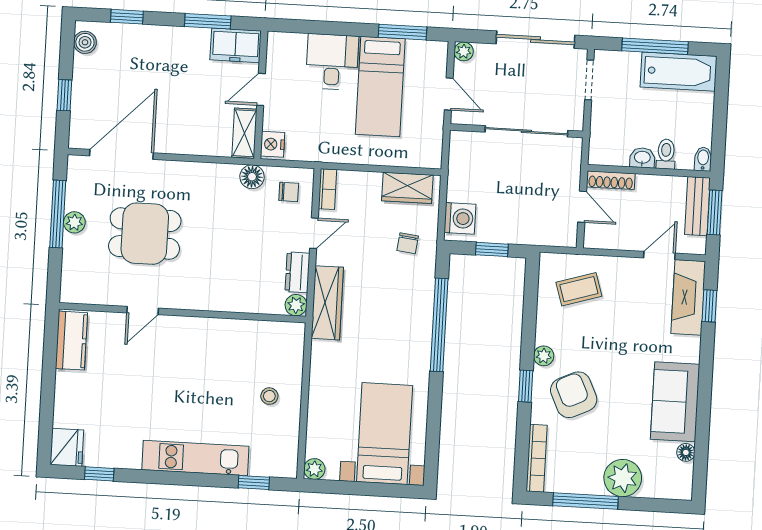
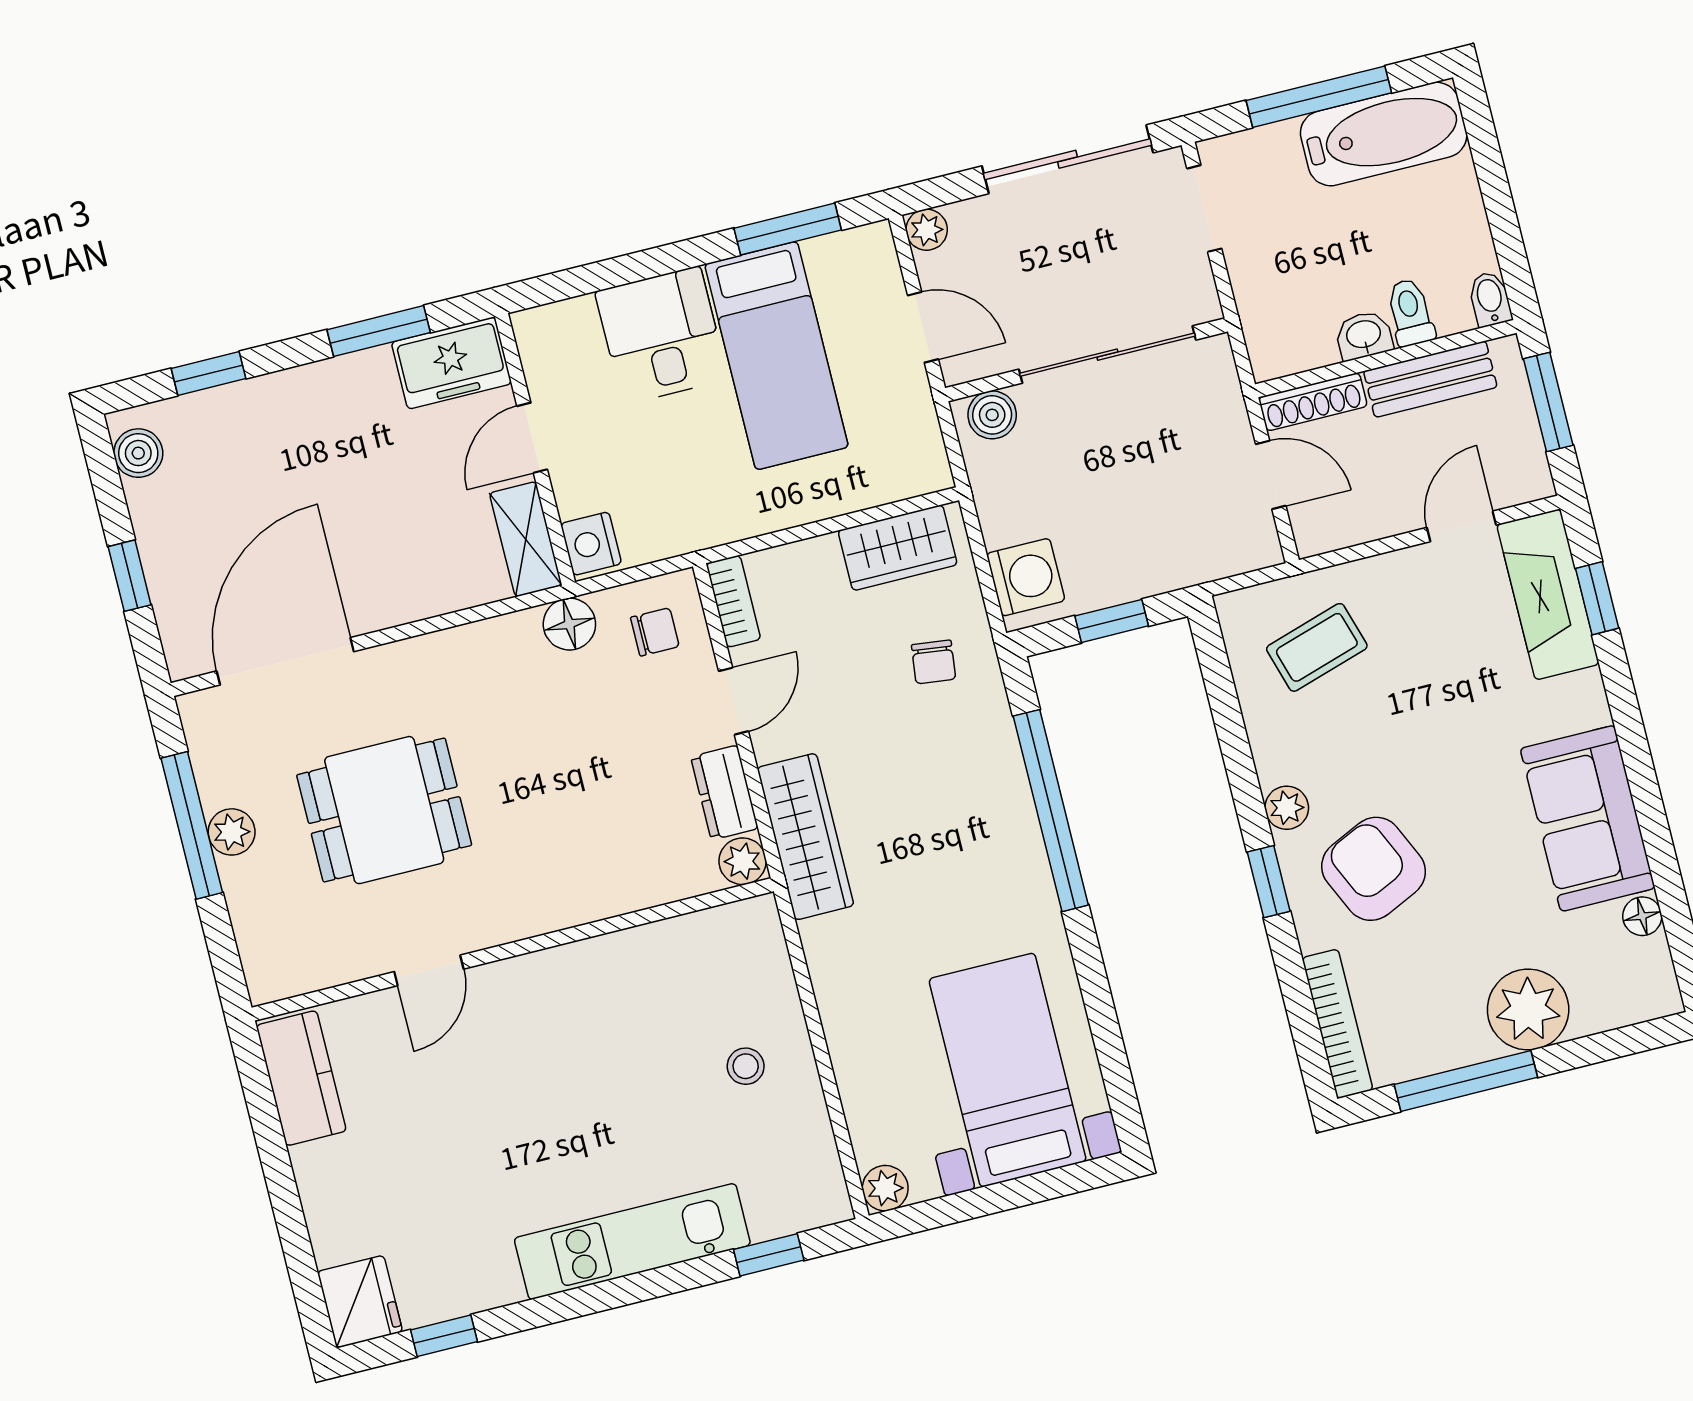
boiler: (467, 142) -> (992, 415), added
bench: (697, 206) -> (1430, 379), moved, turned 90

